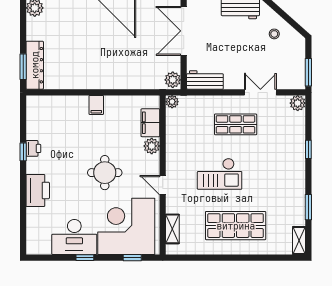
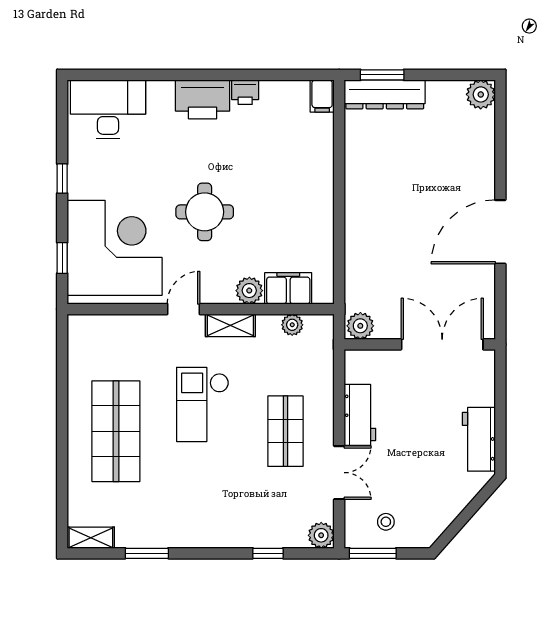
stool: (274, 34) -> (386, 522), moved
workbench: (205, 80) -> (360, 415), moved
plant: (172, 102) -> (292, 325), moved
filing cabinet: (96, 105) -> (322, 96), moved, turned -90
window: (308, 149) -> (268, 553), moved
window: (23, 152) -> (239, 75), removed
printer: (38, 190) -> (203, 99), moved
shelving: (172, 229) -> (230, 325), moved
desk: (74, 237) -> (108, 109), moved, turned 90

